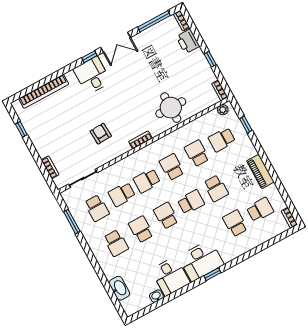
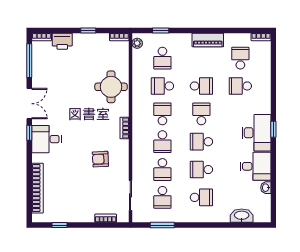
school desk: (172, 167) -> (162, 114), turned 90
school desk: (97, 208) -> (162, 197), turned 90

